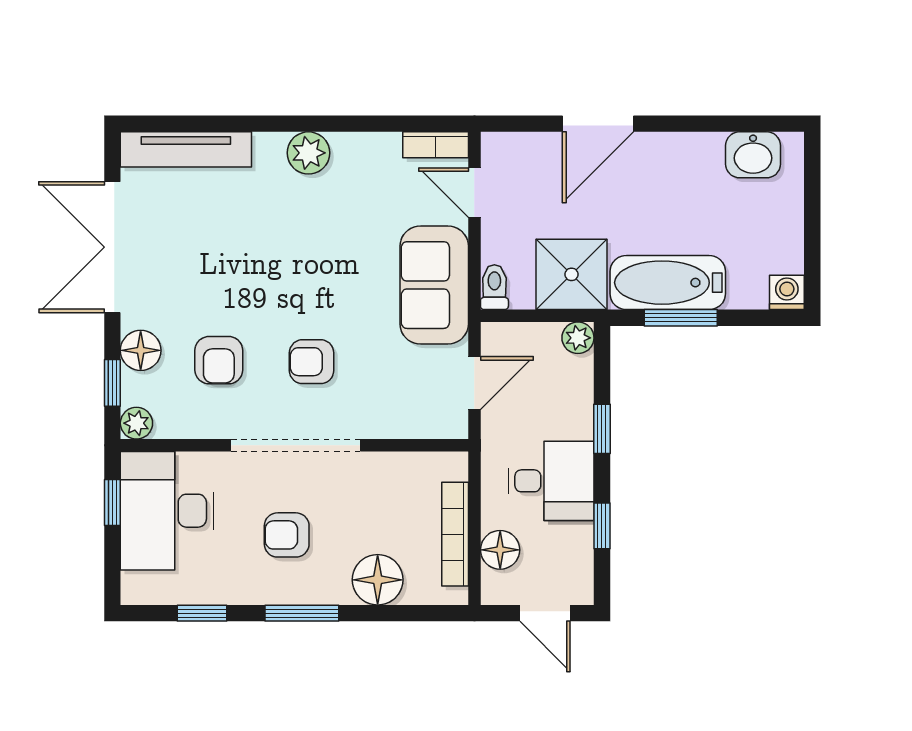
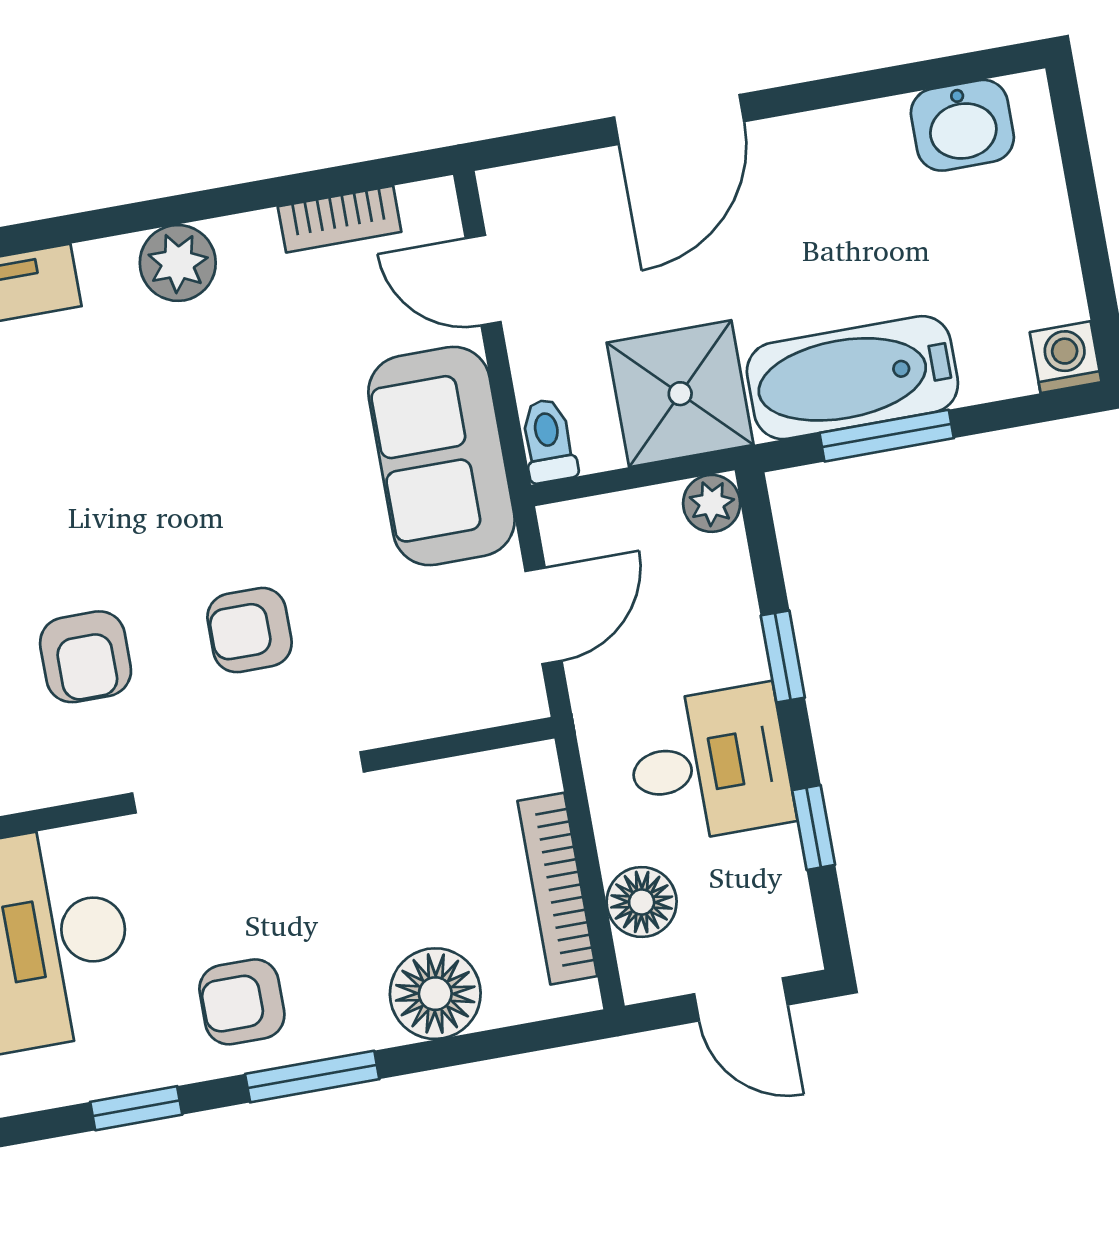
bookcase: (436, 145) -> (340, 219), moved
armchair: (287, 535) -> (242, 1002), moved

